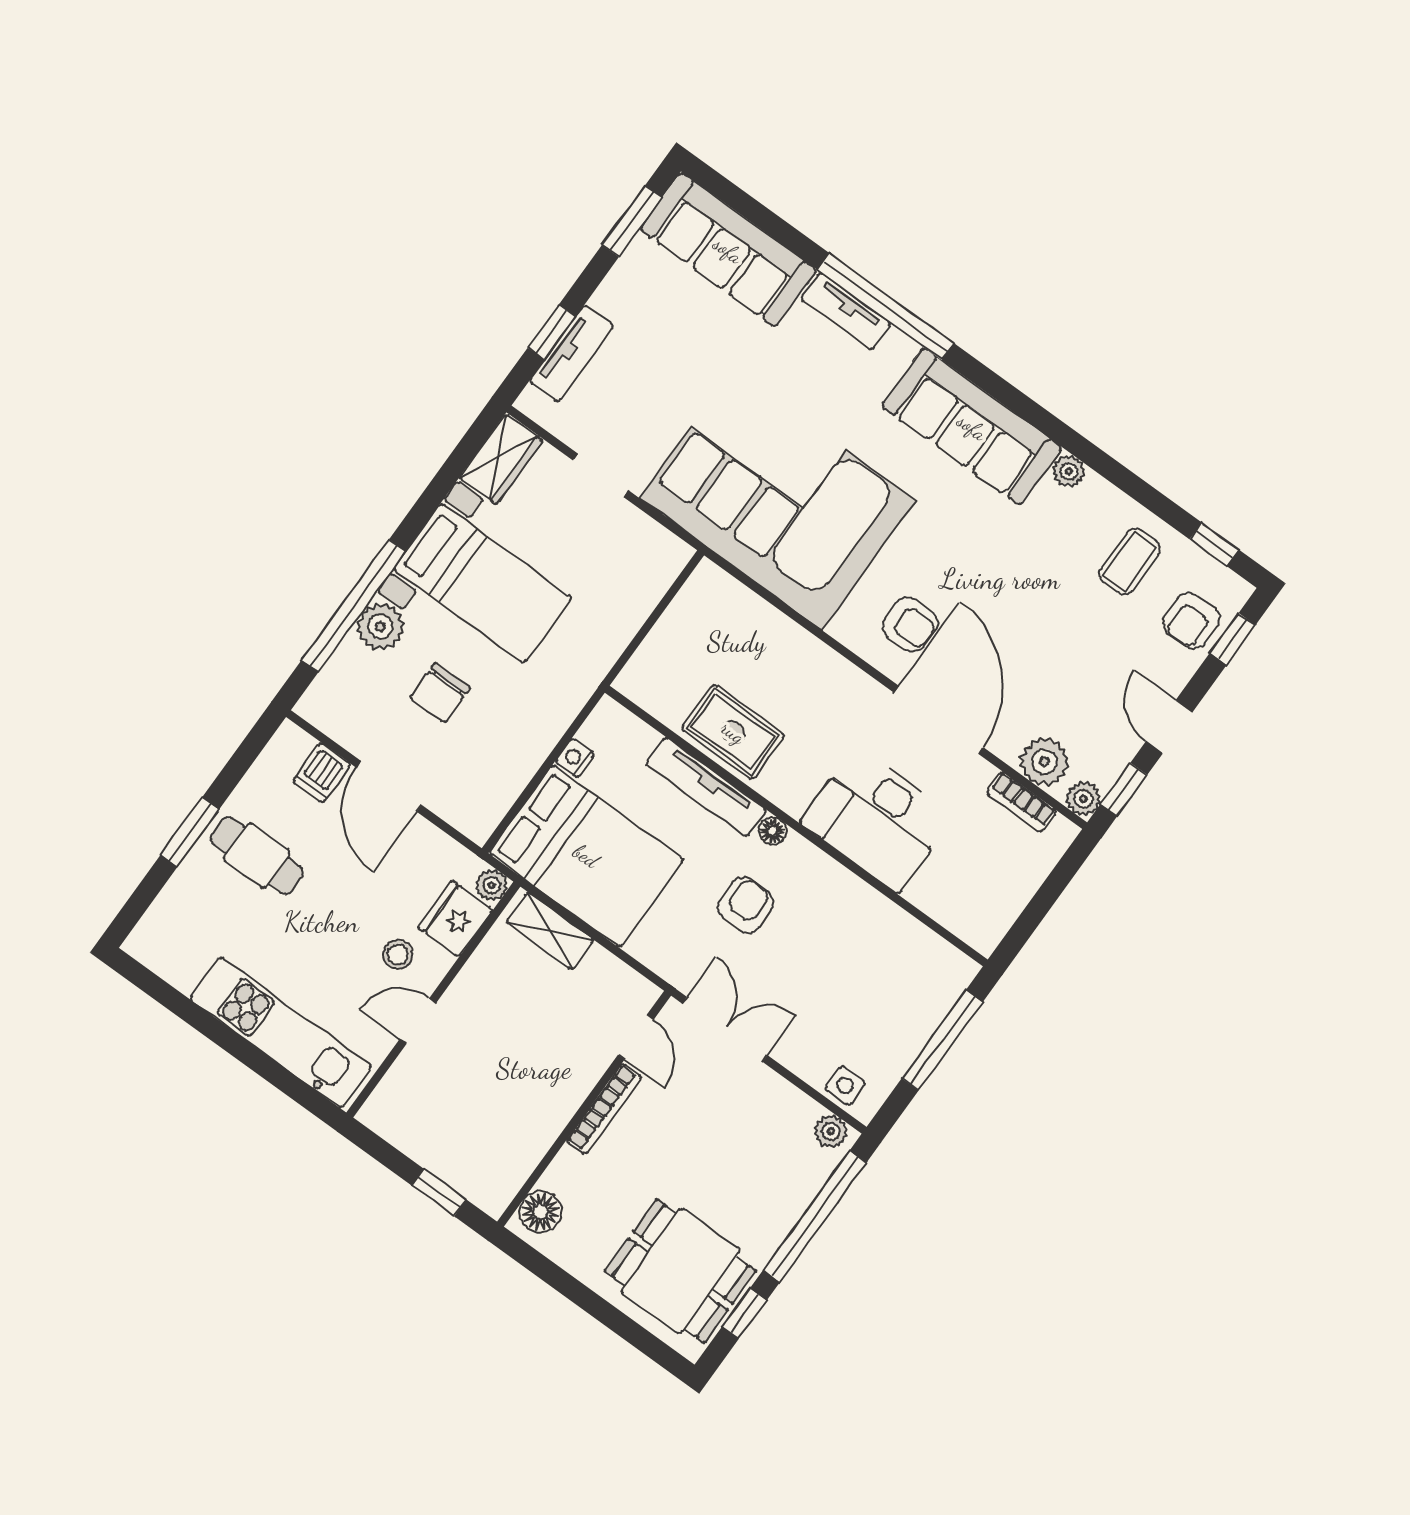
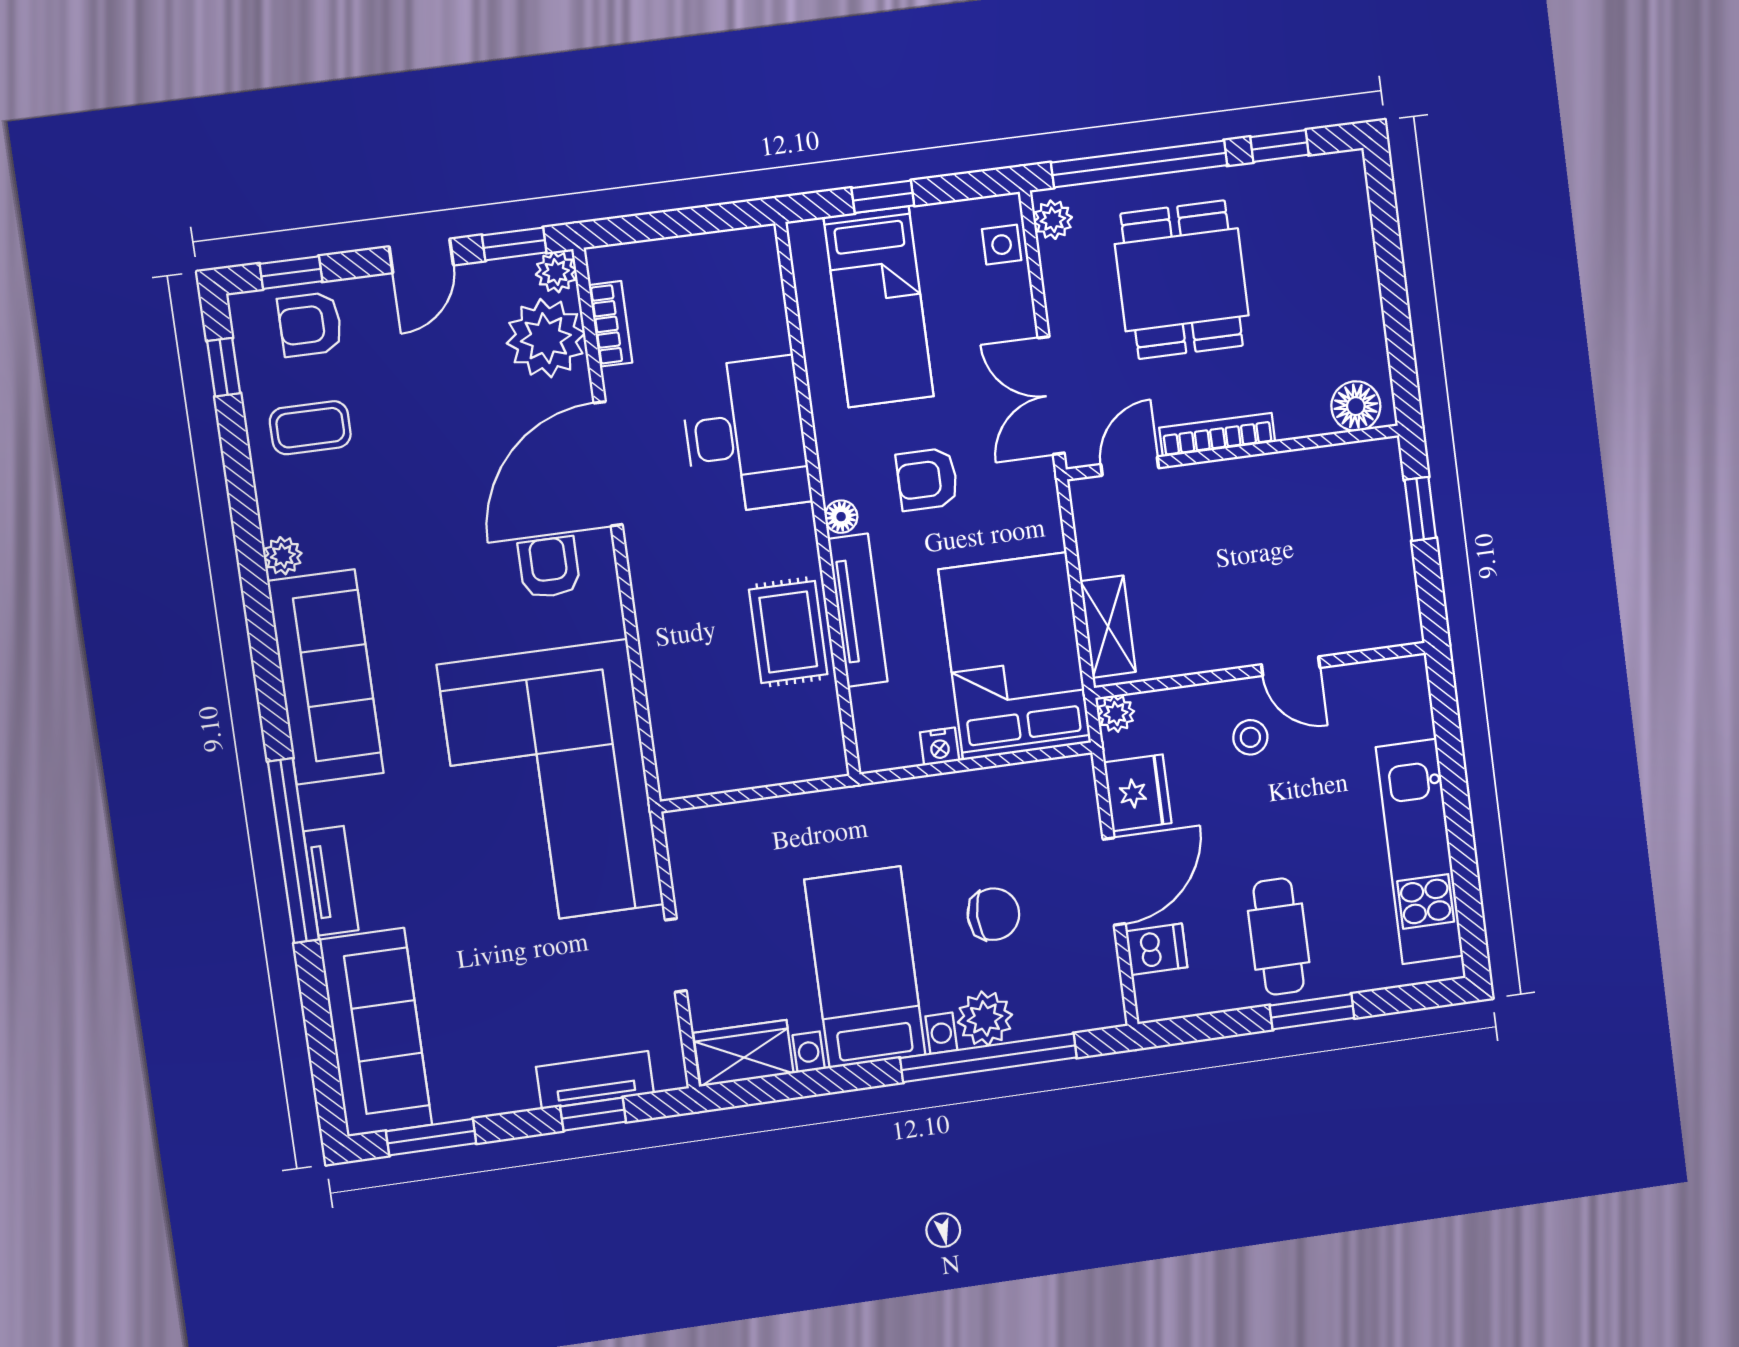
armchair: (1191, 621) -> (310, 324), turned 180
plant: (1044, 762) -> (546, 338), width x1.36, depth x1.36
fridge: (455, 919) -> (1138, 793), moved, turned -90
bed: (878, 975) -> (879, 307), added
kitchen unit: (281, 1033) -> (1419, 852), moved
window: (942, 1040) -> (883, 197), width x0.46
dining table: (680, 1271) -> (1182, 280), moved

